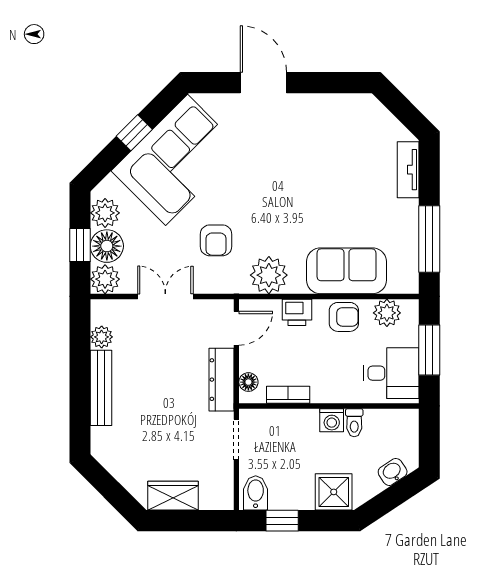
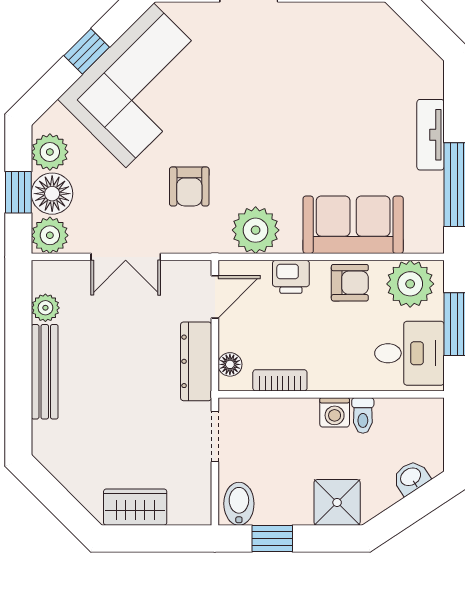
tv unit: (408, 170) -> (430, 135), moved
double door: (165, 296) -> (126, 257), swing flipped
plant: (387, 313) -> (410, 284), width x1.36, depth x1.36

